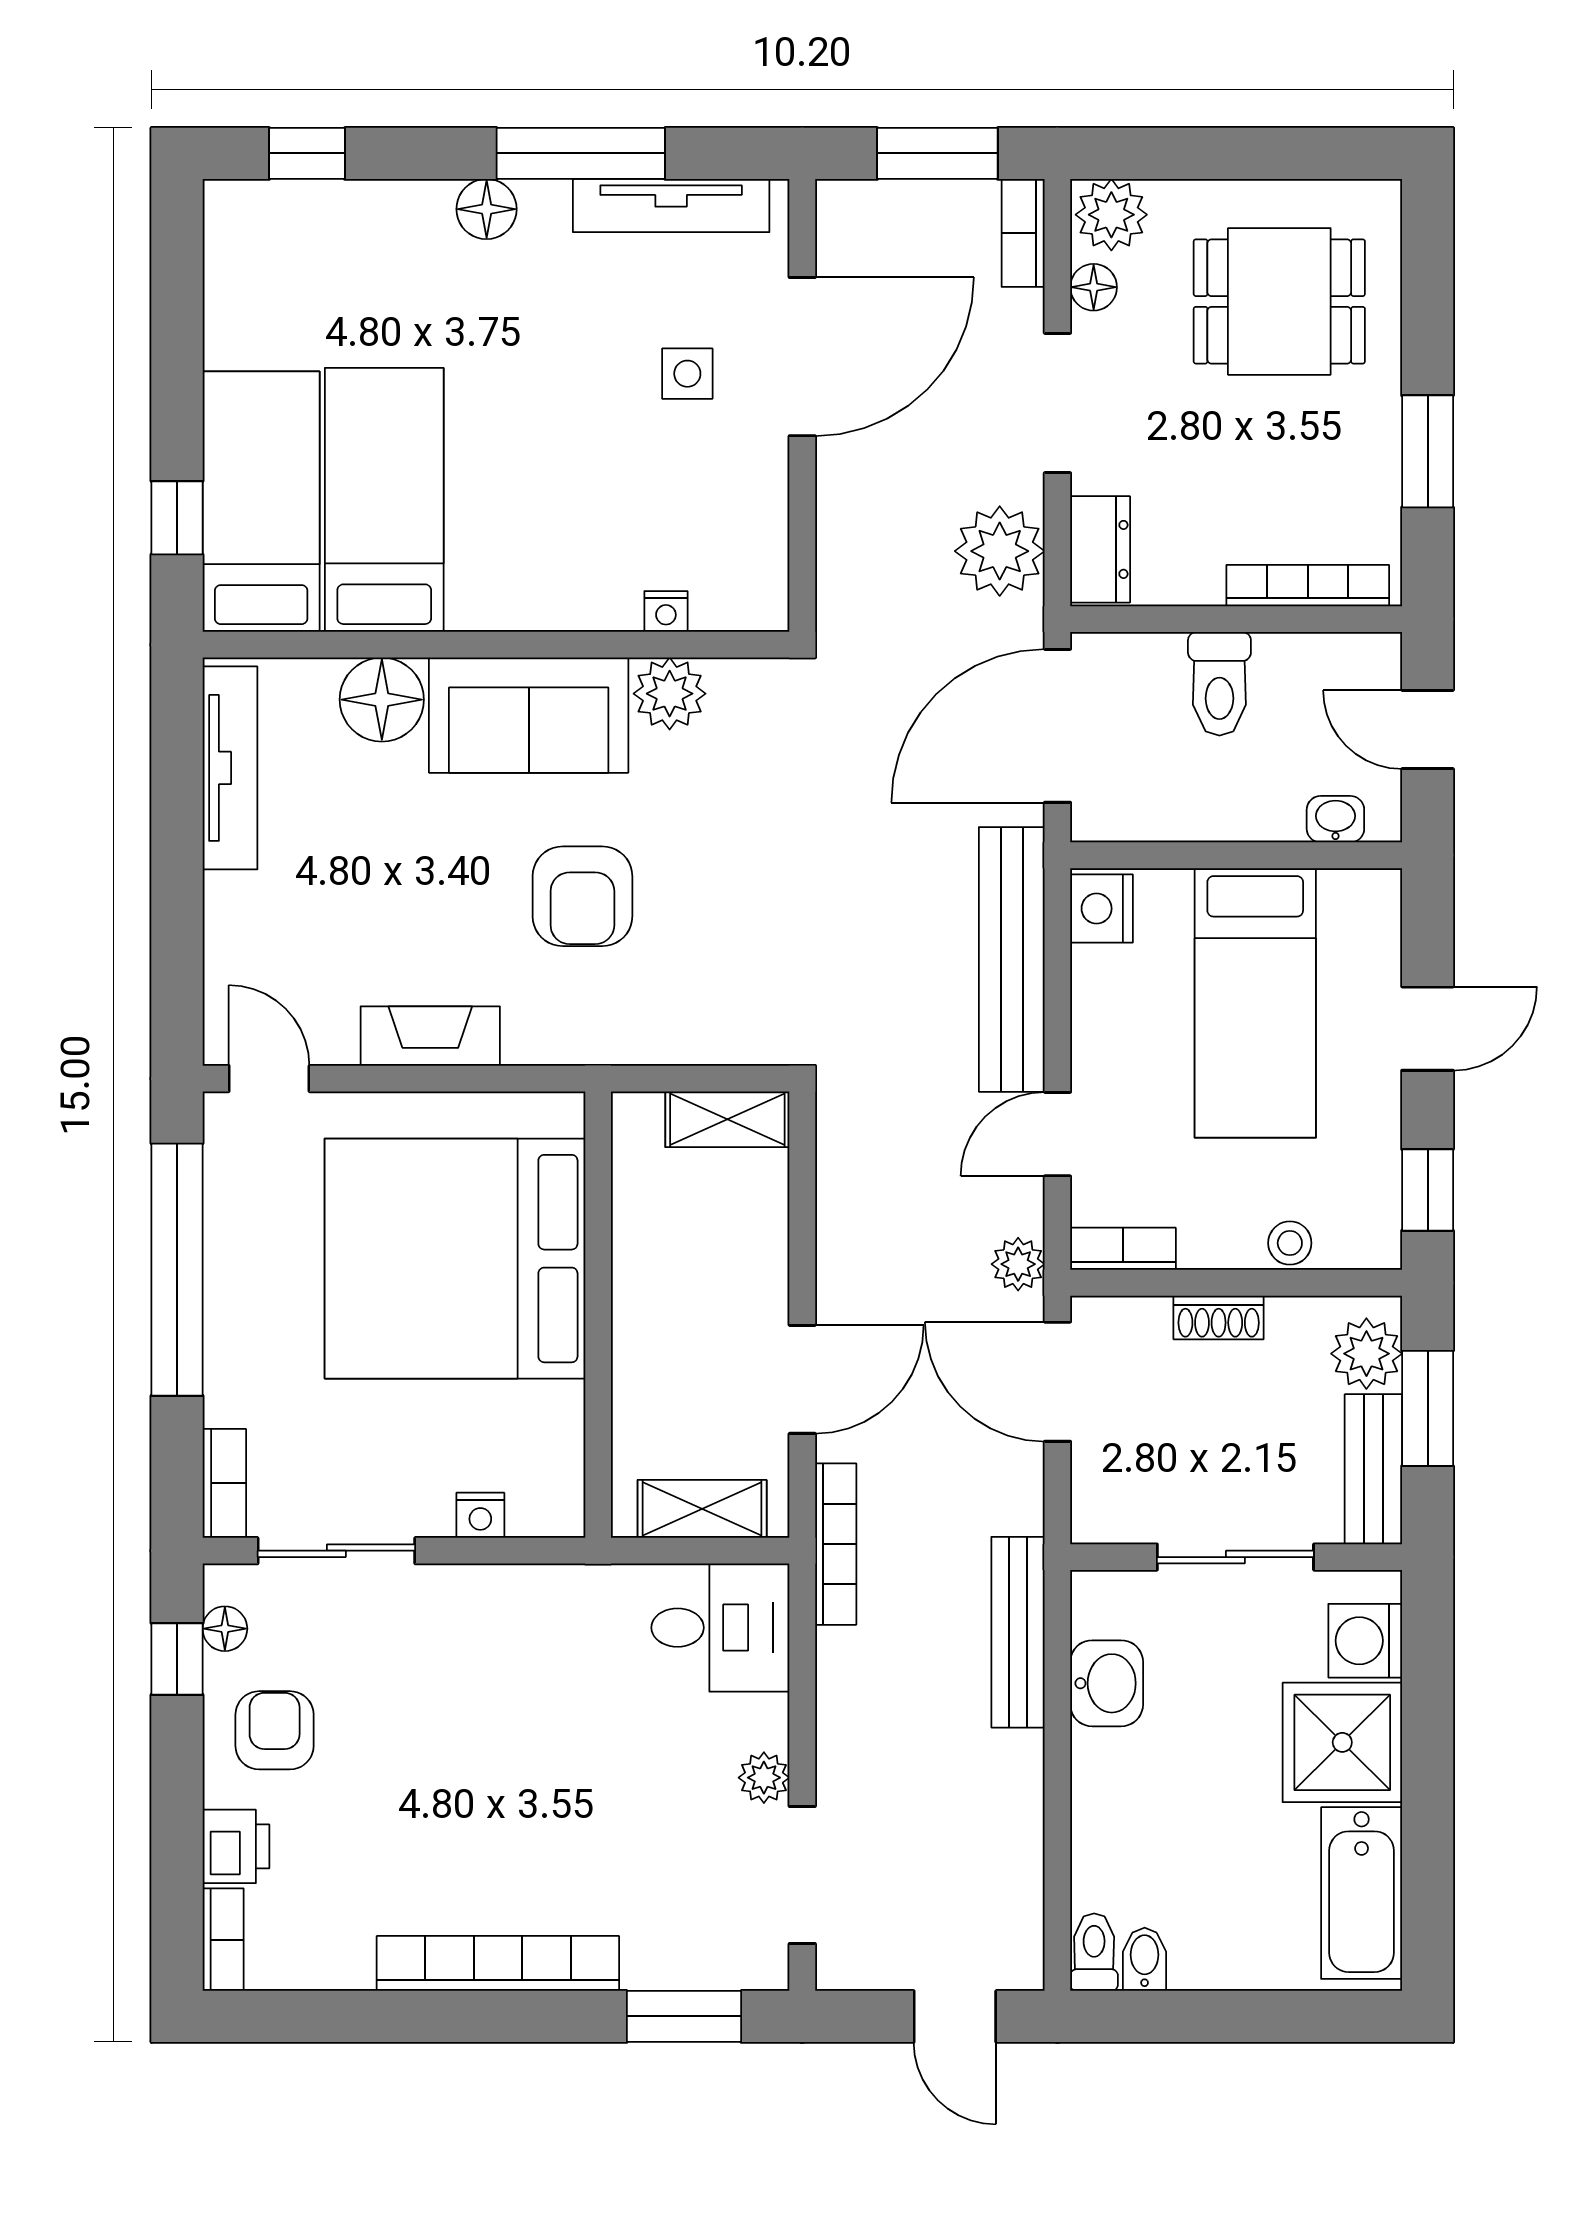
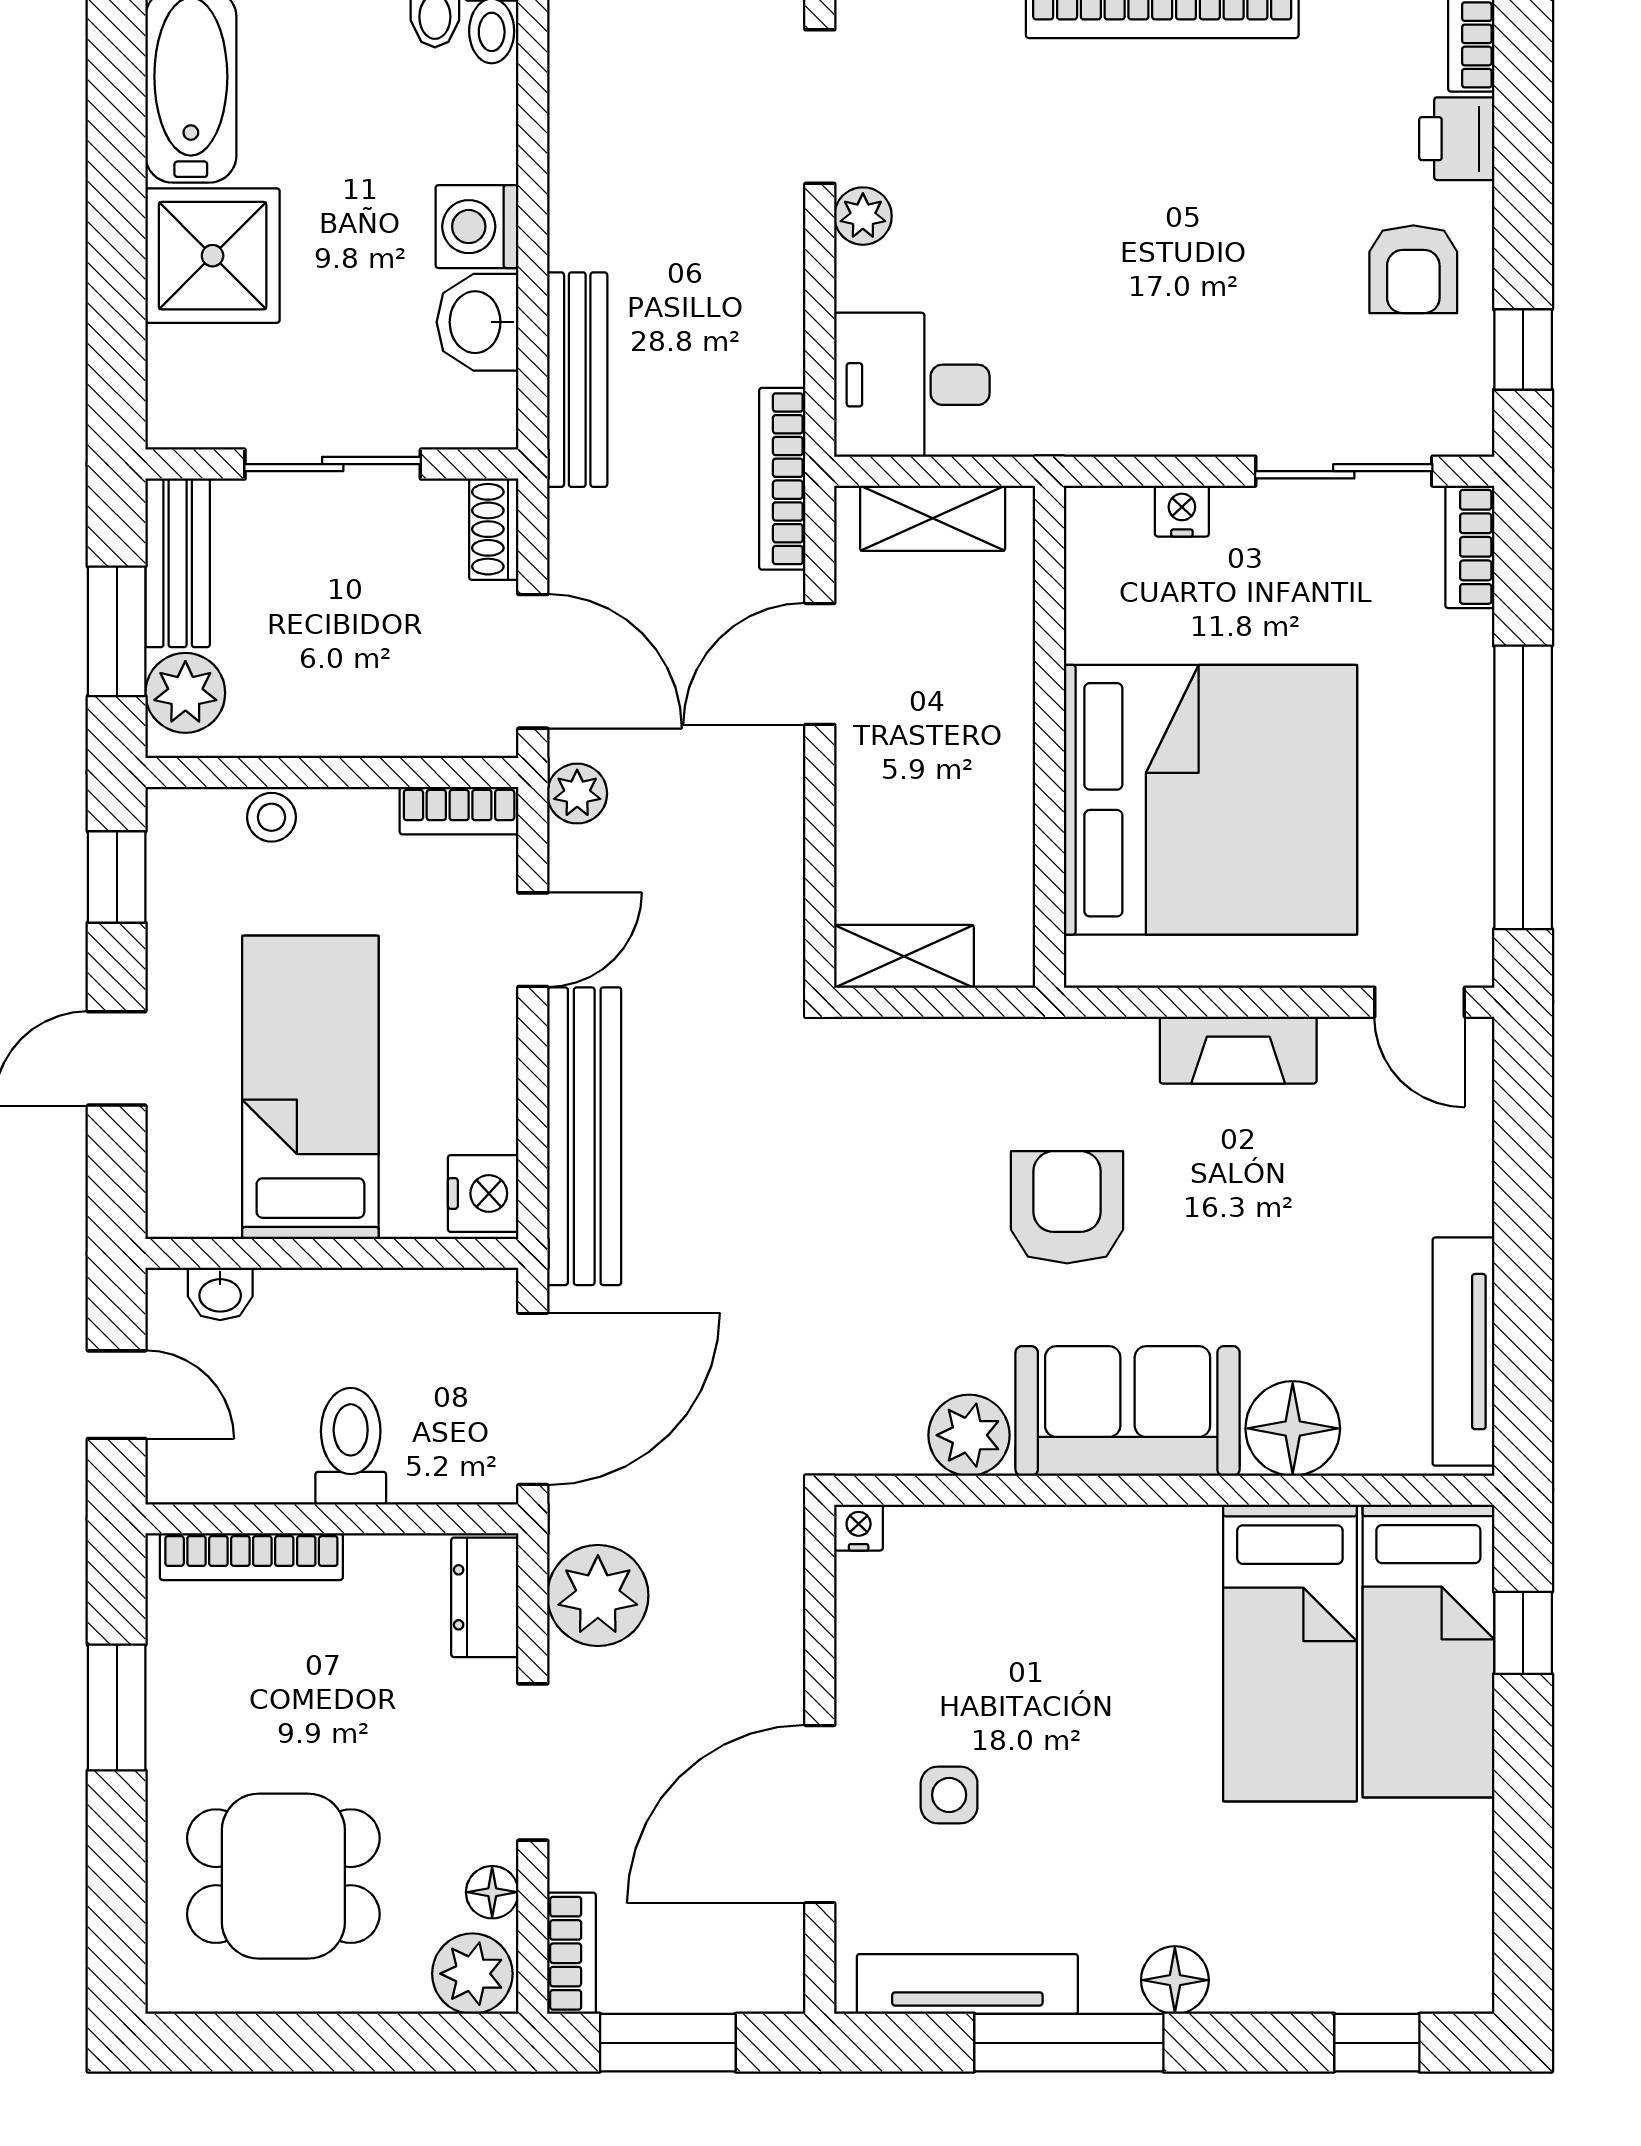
nightstand: (666, 611) -> (859, 1528), moved
shoe rack: (1219, 1317) -> (494, 529), moved, turned -90
floor lamp: (225, 1629) -> (1469, 384), removed
washing machine: (1365, 1641) -> (477, 227), moved, turned 180

